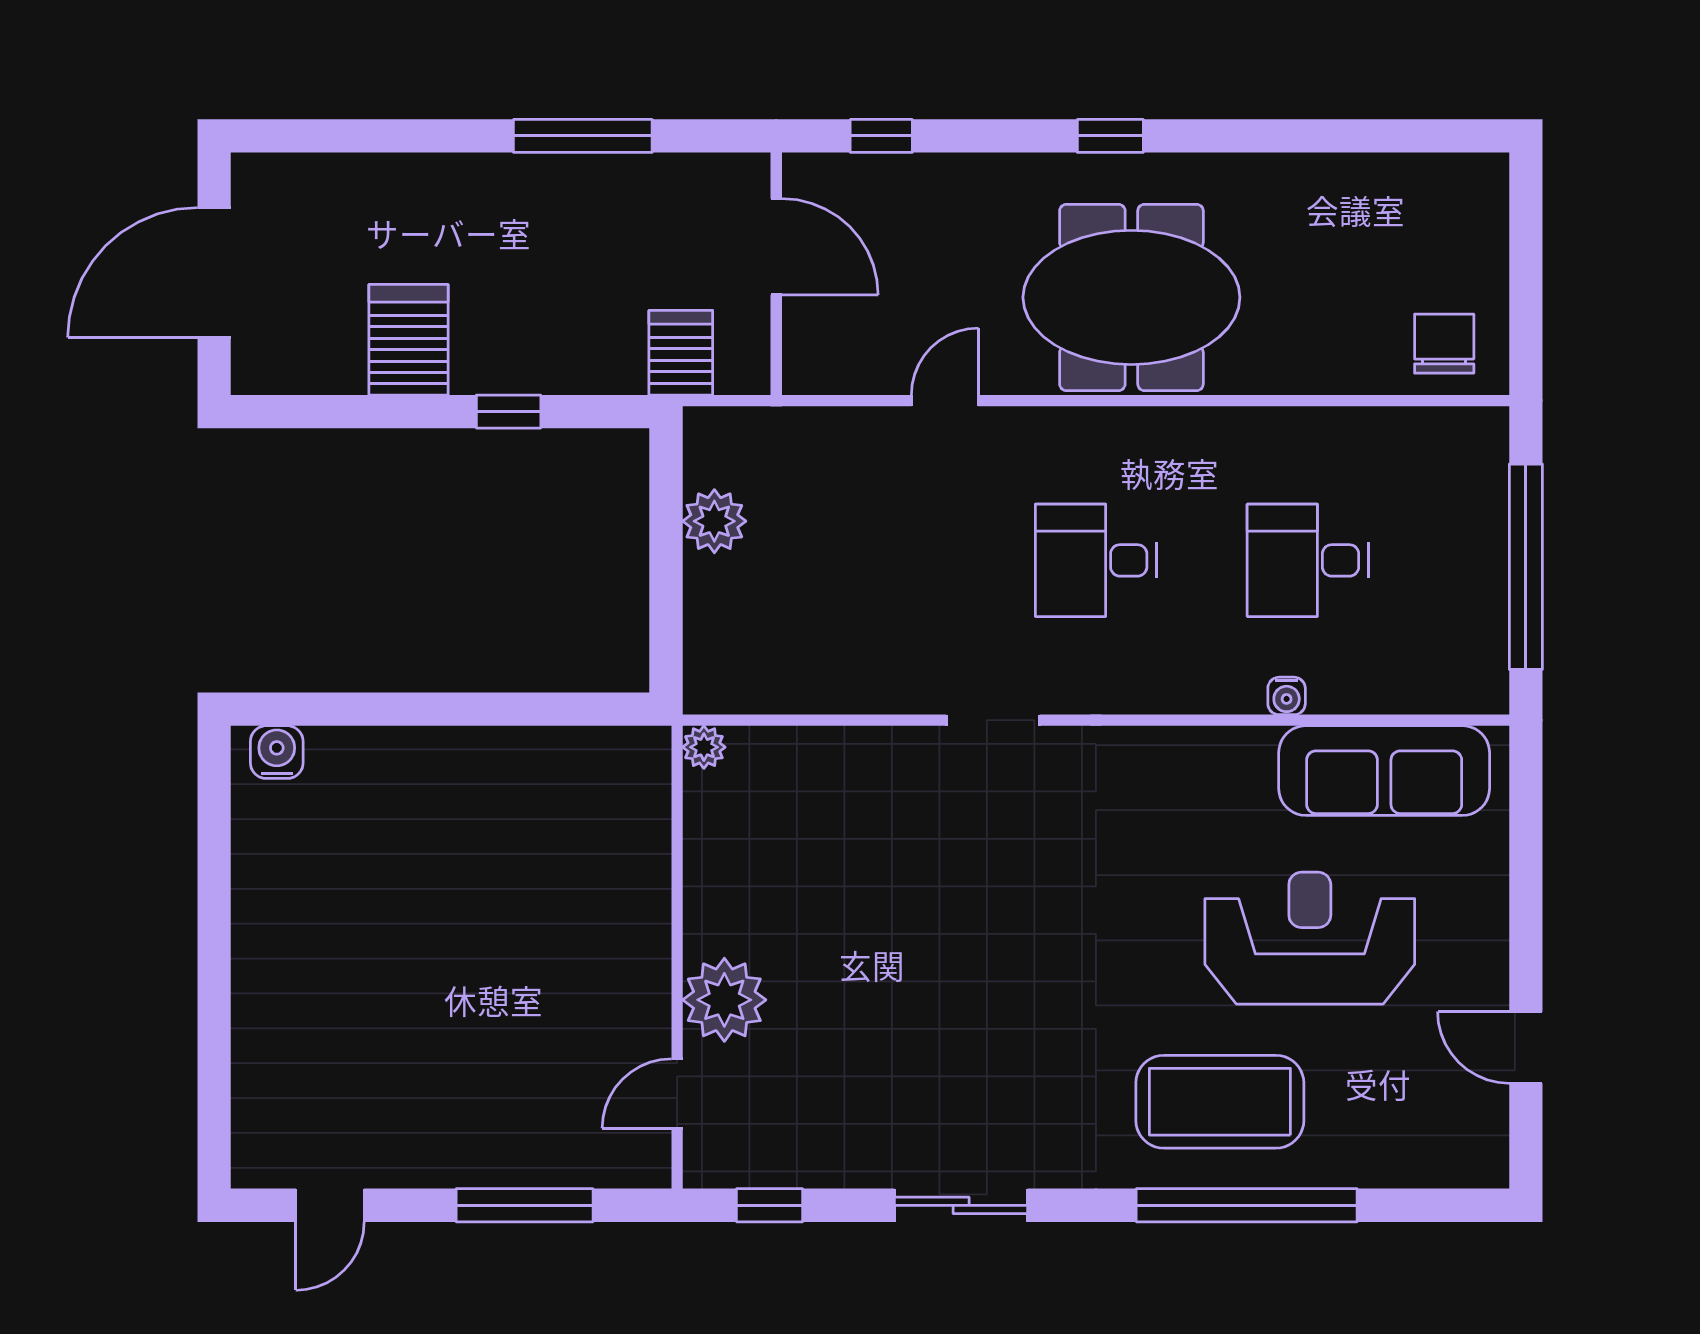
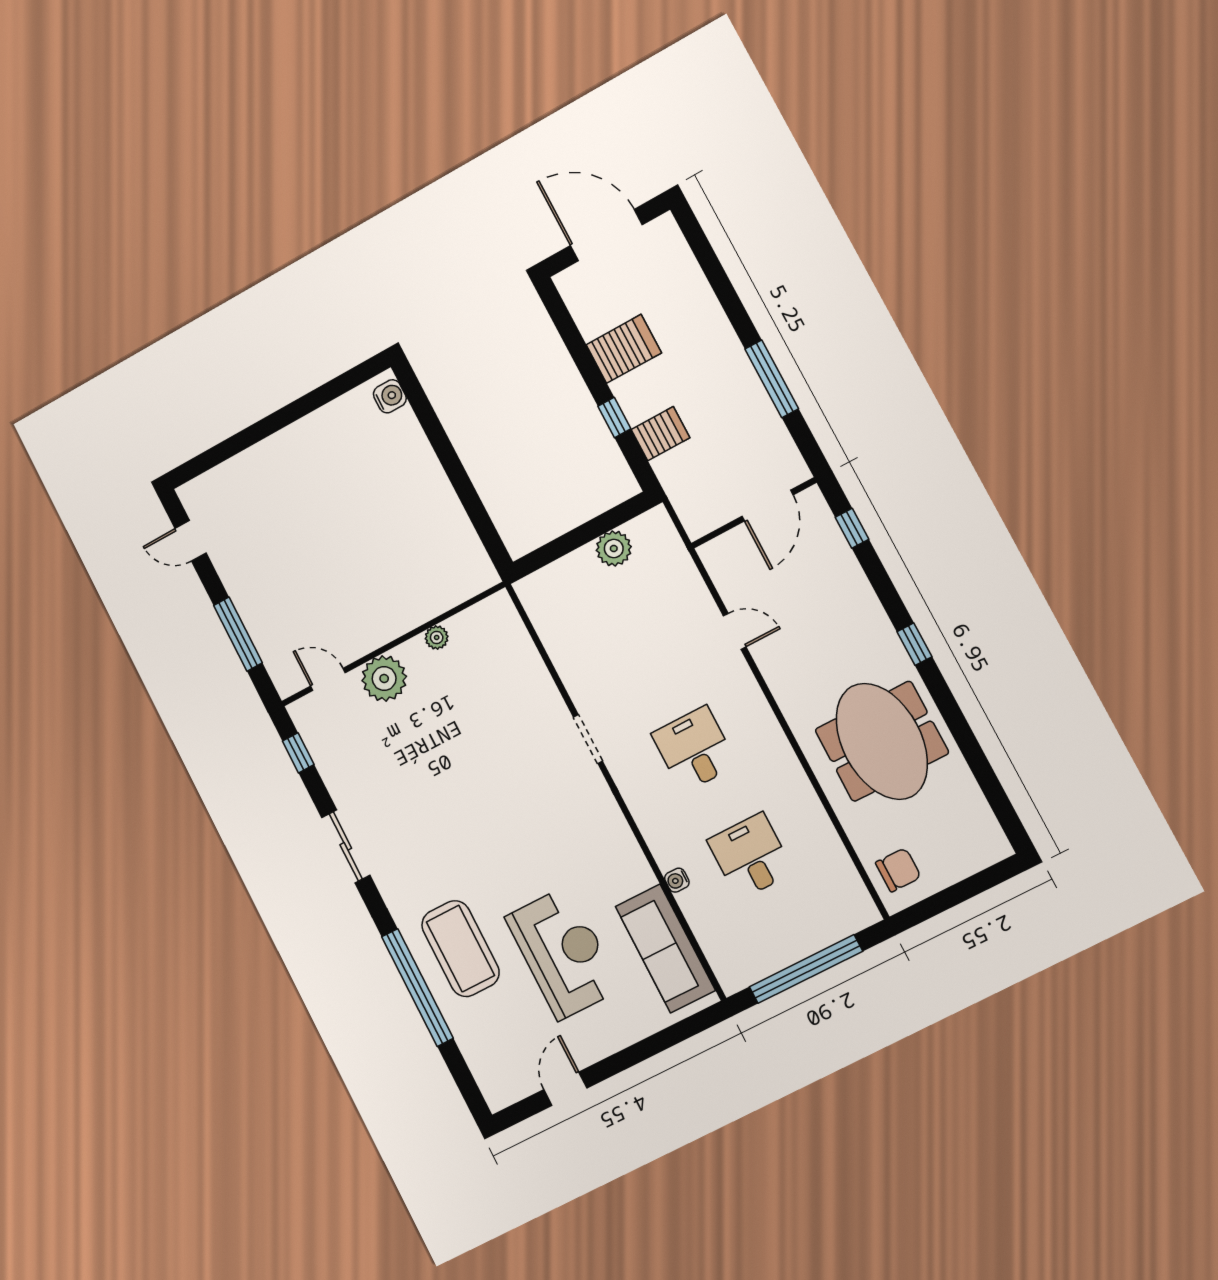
meeting table: (1131, 297) -> (882, 741), moved
server rack: (681, 353) -> (660, 434), moved
plant: (704, 747) -> (437, 637), moved

